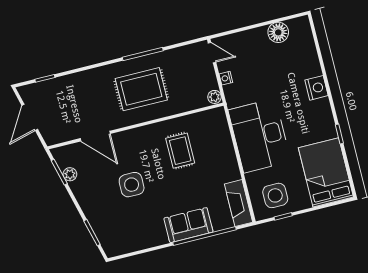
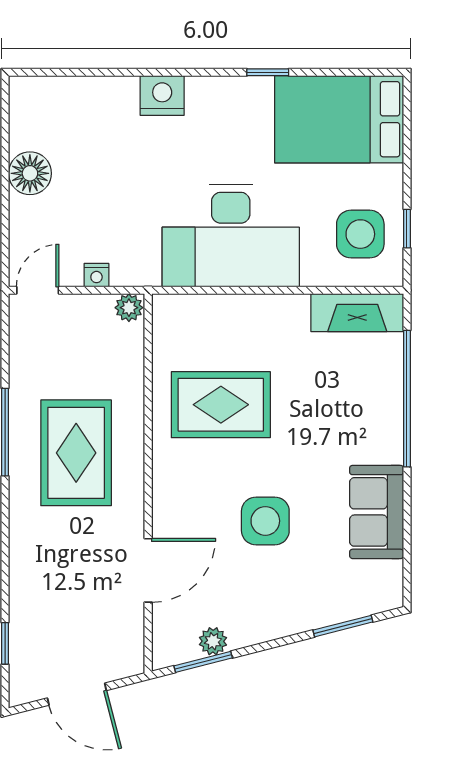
floor lamp: (278, 32) -> (30, 173), moved
rug: (180, 151) -> (221, 405), width x1.36, depth x1.43
sofa: (188, 225) -> (377, 512), moved

